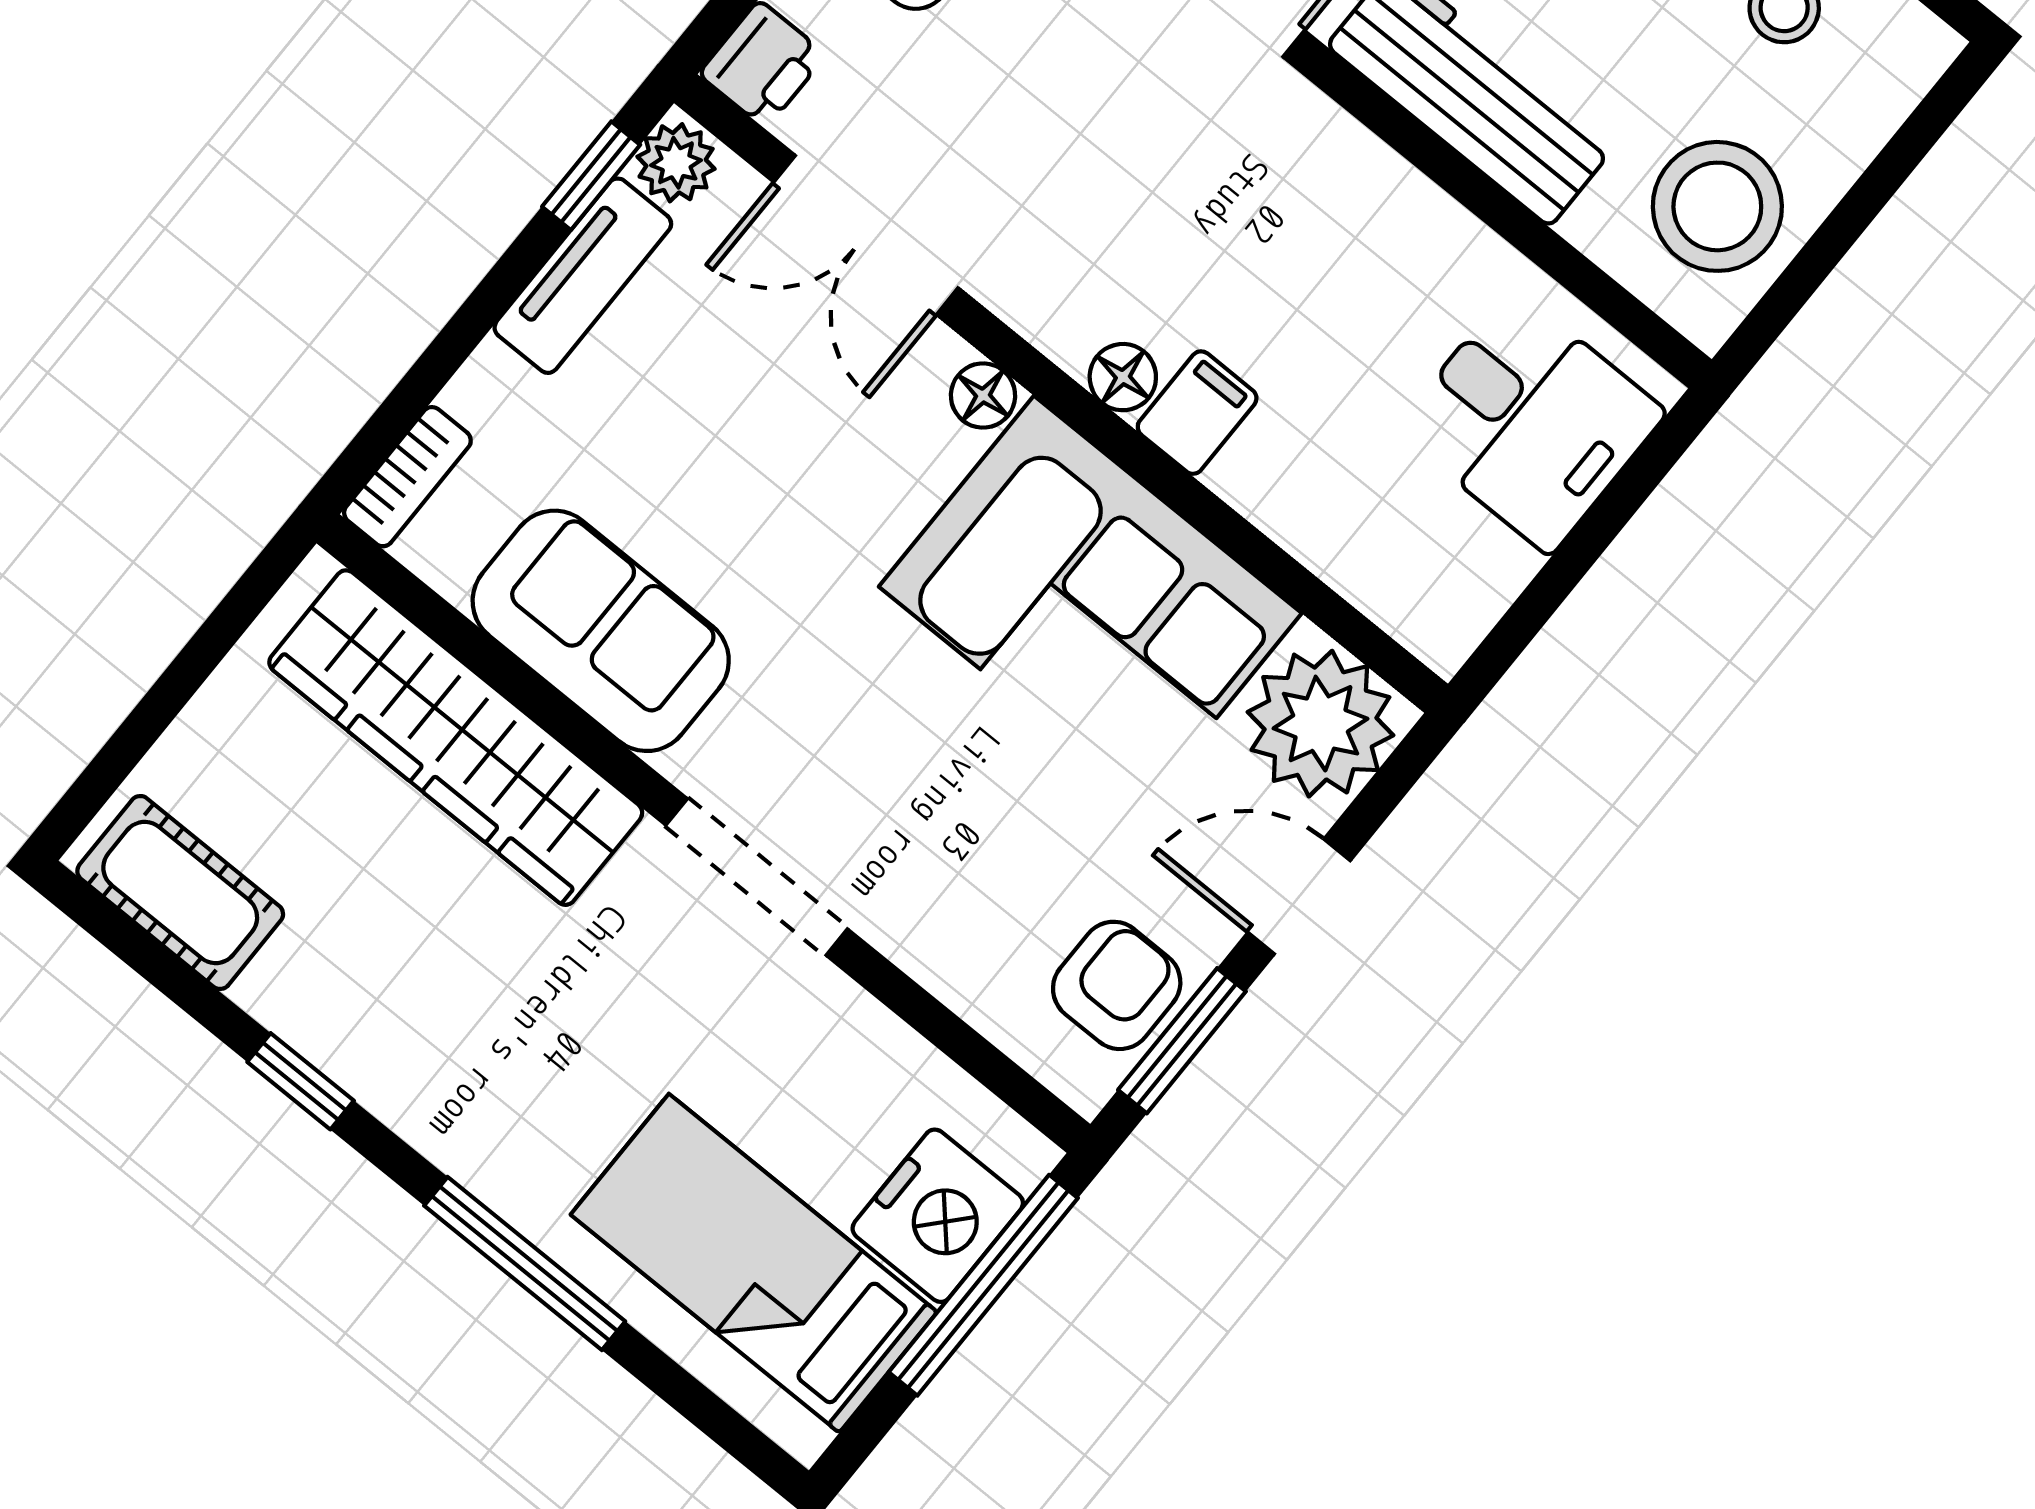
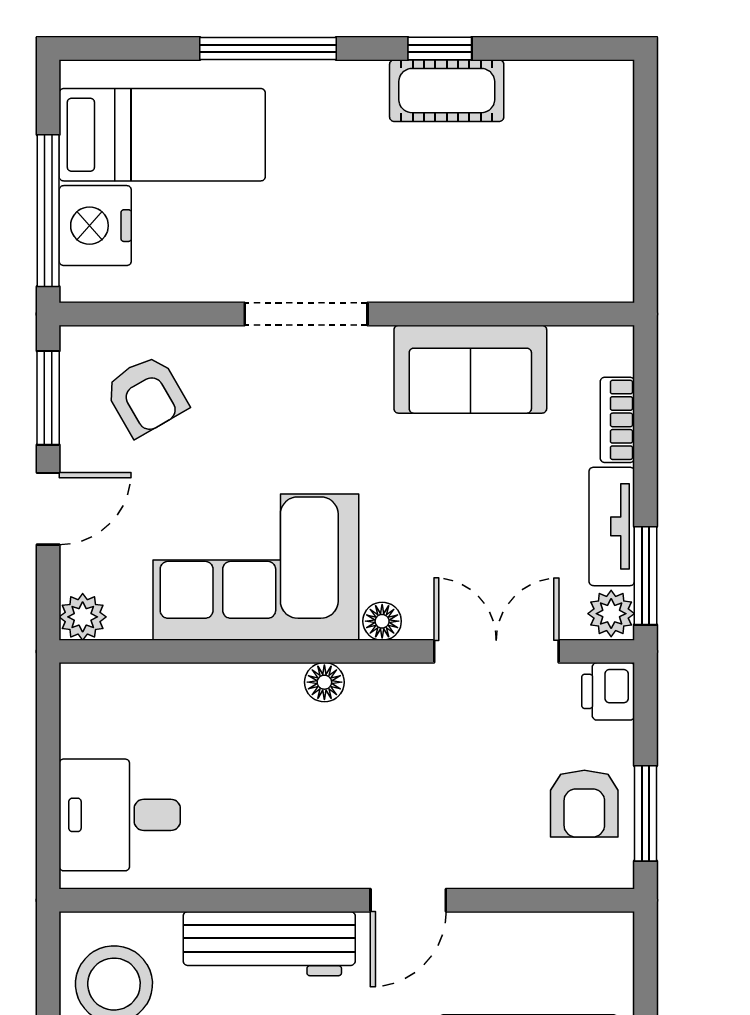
window: (591, 176) -> (646, 576), width x1.50
filing cabinet: (1197, 413) -> (277, 694), removed
bookcase: (407, 477) -> (617, 420), moved
plant: (1320, 724) -> (83, 617), width x0.53, depth x0.53
wardrobe: (456, 738) -> (497, 266), removed
cot: (180, 893) -> (447, 91), moved
armchair: (1117, 985) -> (146, 396), moved, turned -30

